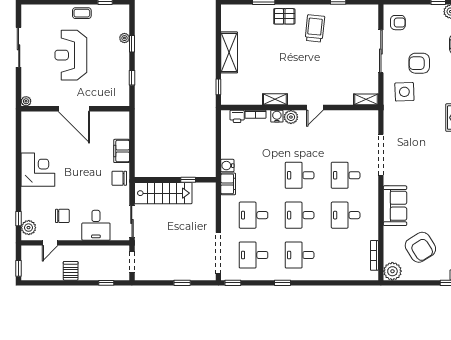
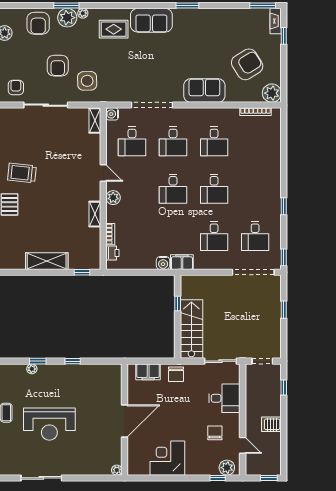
plant: (26, 101) -> (117, 470), moved
door: (74, 109) -> (125, 421), moved
wall: (75, 109) -> (125, 420), moved
water cooler: (277, 116) -> (112, 114), moved
desk: (300, 255) -> (132, 141), moved

